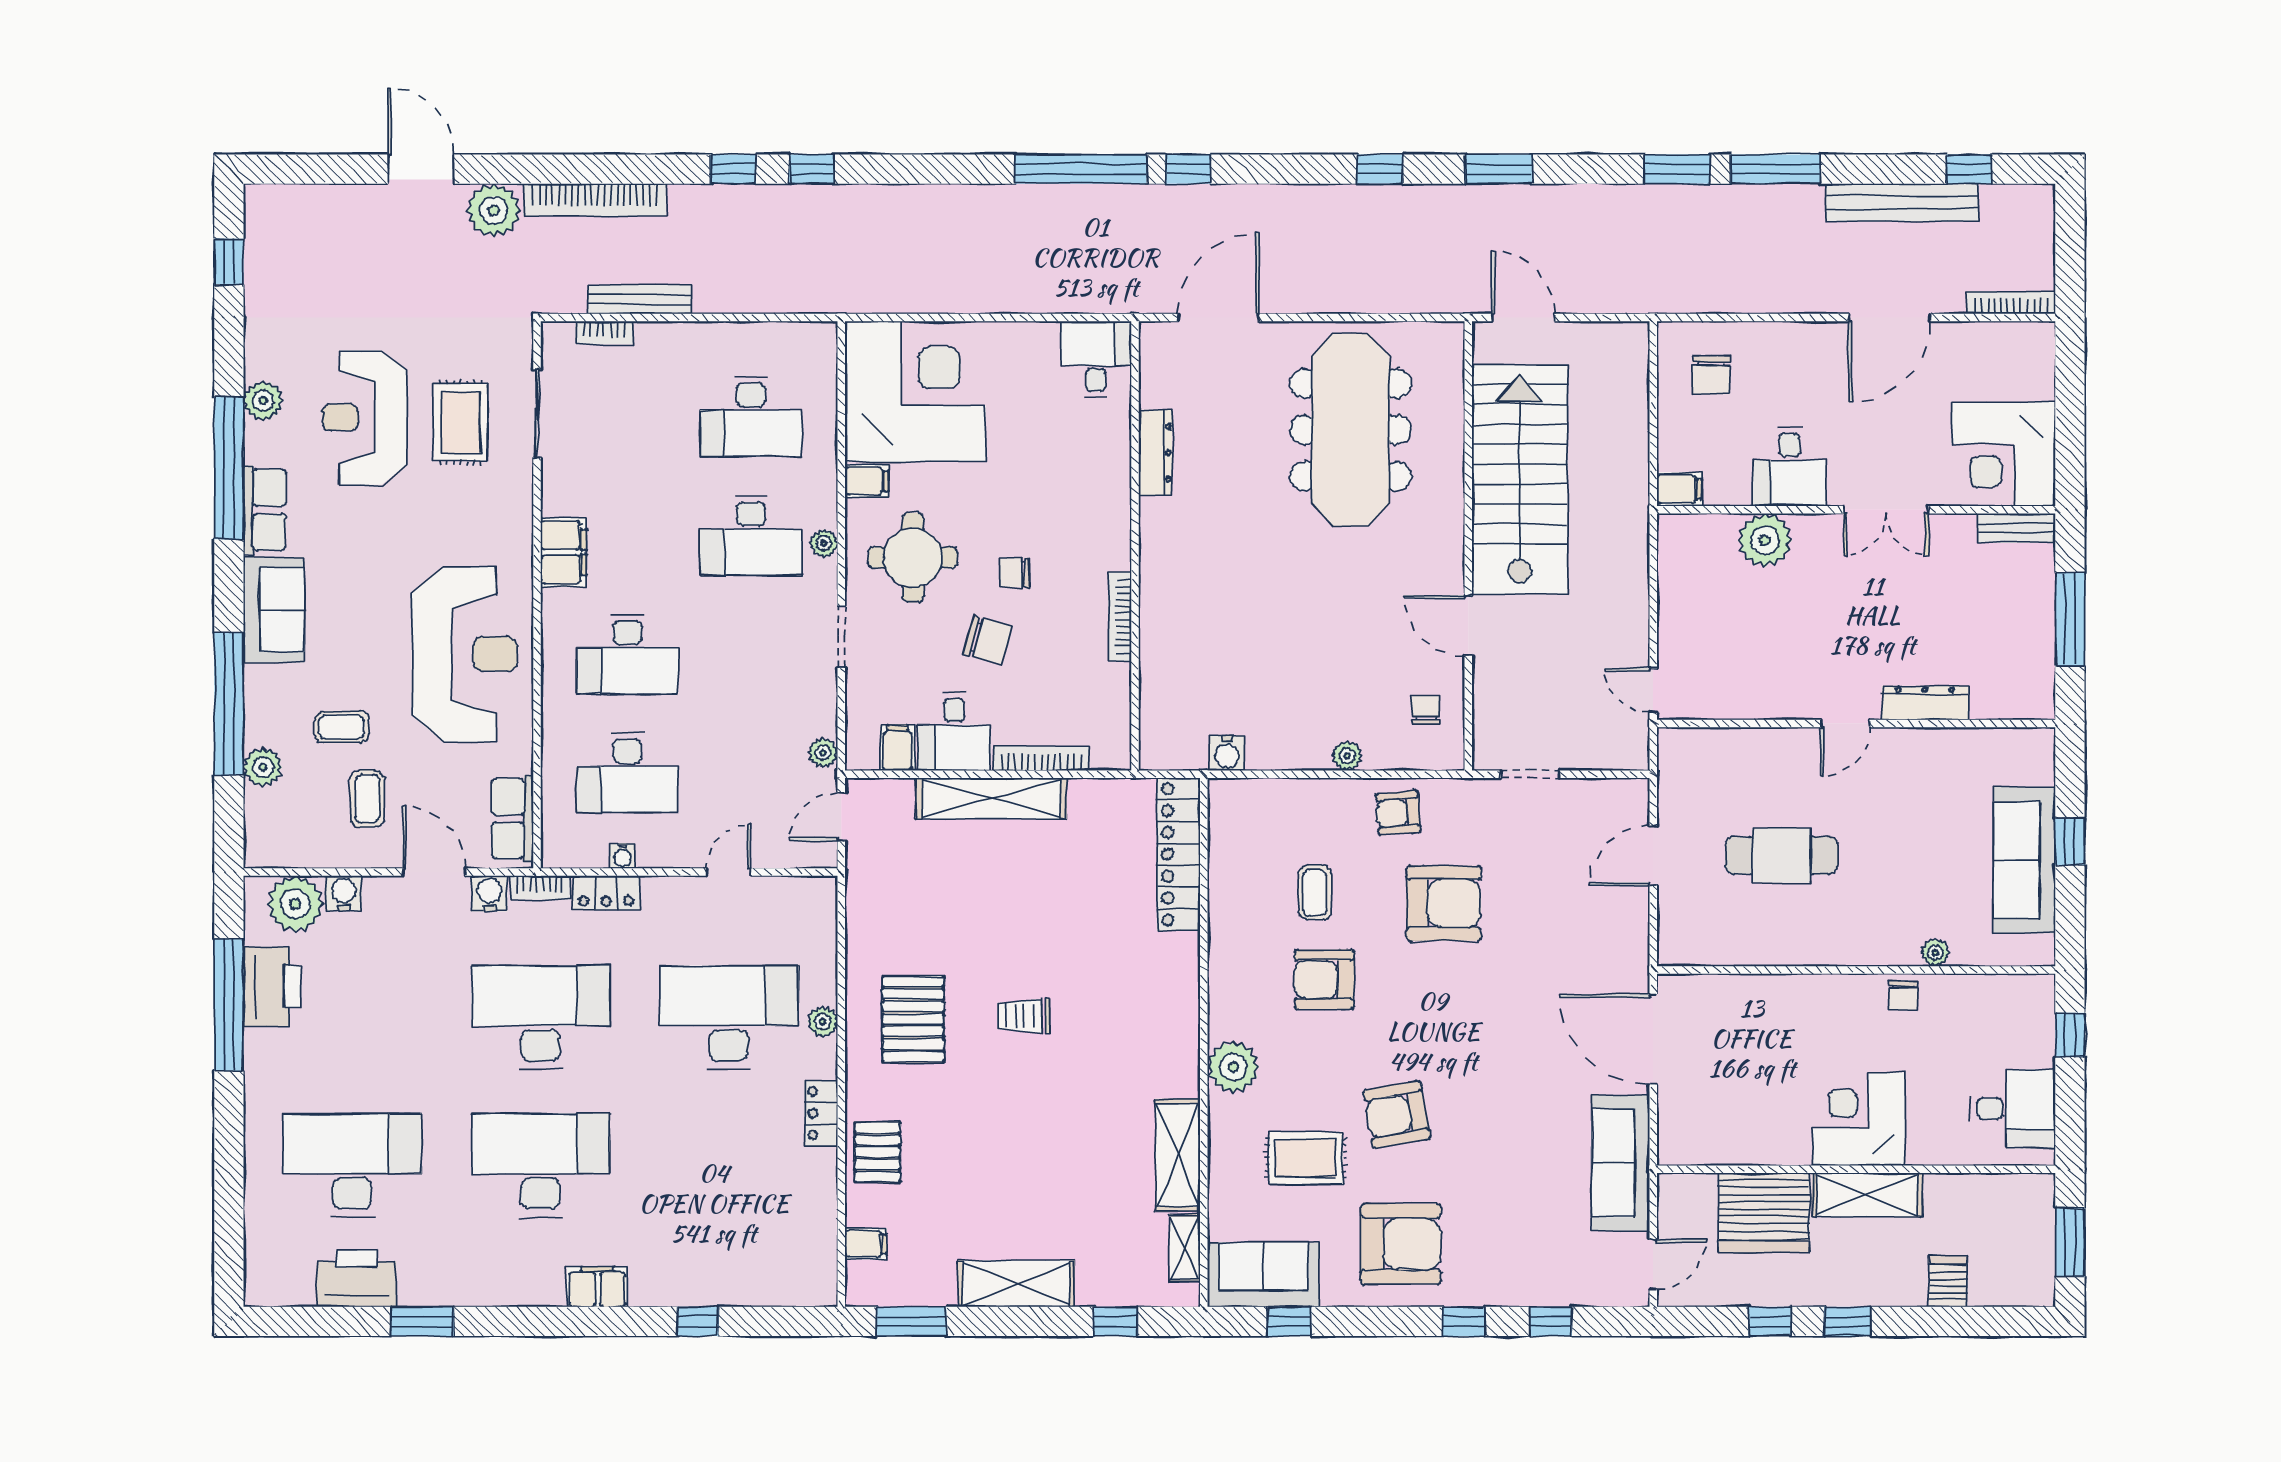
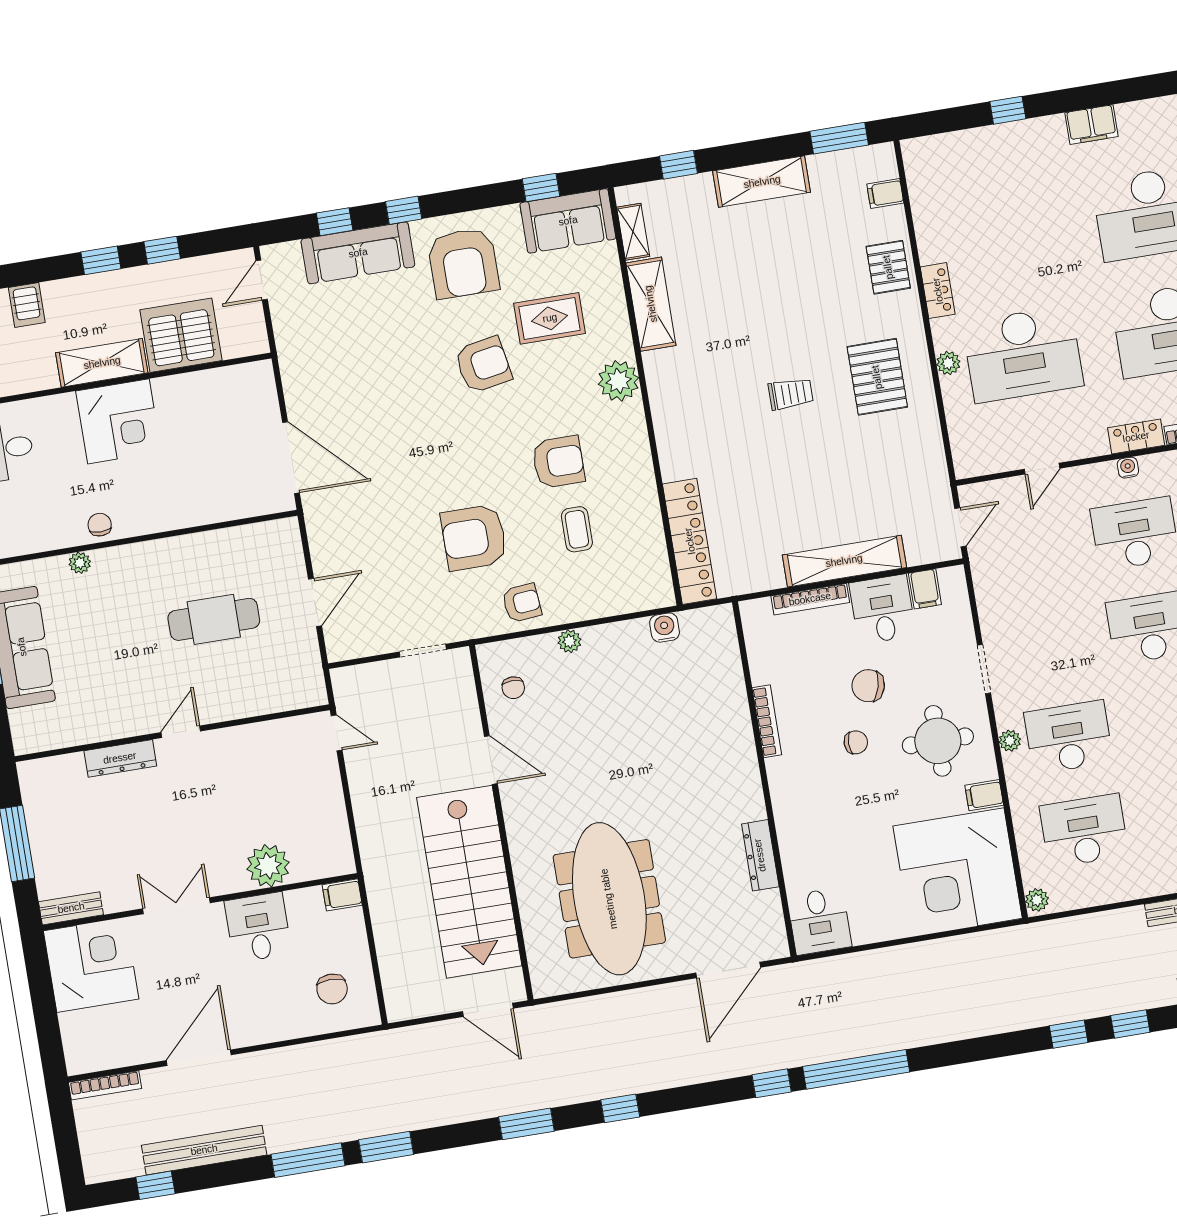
chair: (1711, 375) -> (332, 989), turned 180
plant: (823, 753) -> (1037, 900), moved
sofa: (1621, 1163) -> (358, 253), moved, turned 90
armchair: (1401, 1244) -> (463, 263), turned -90

